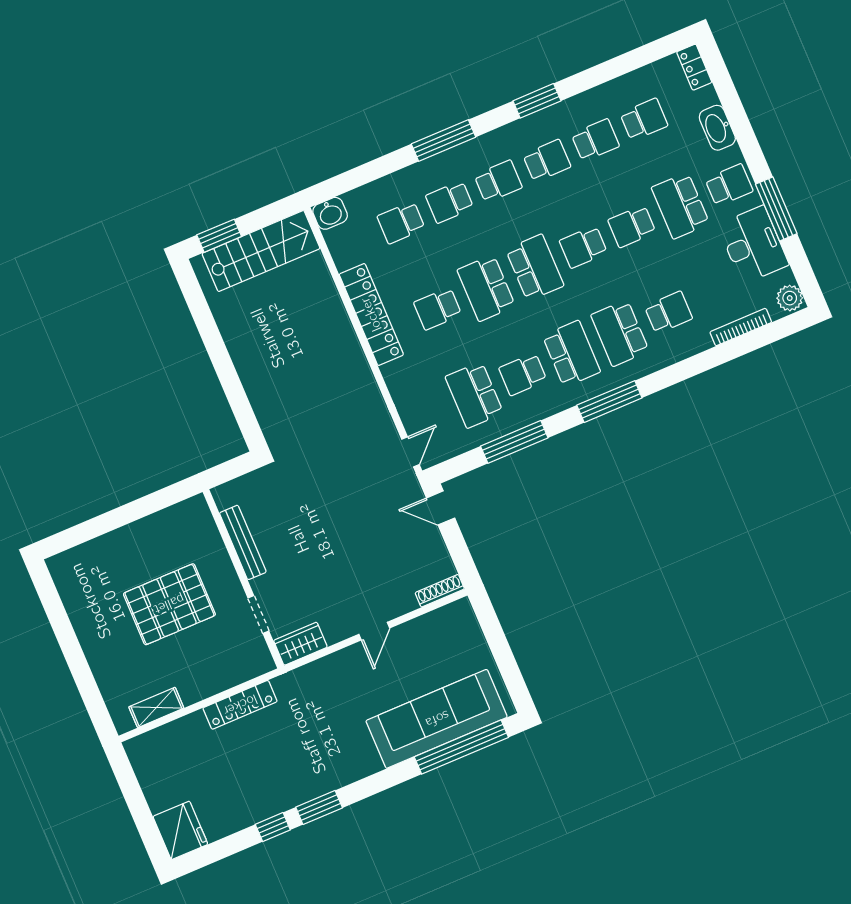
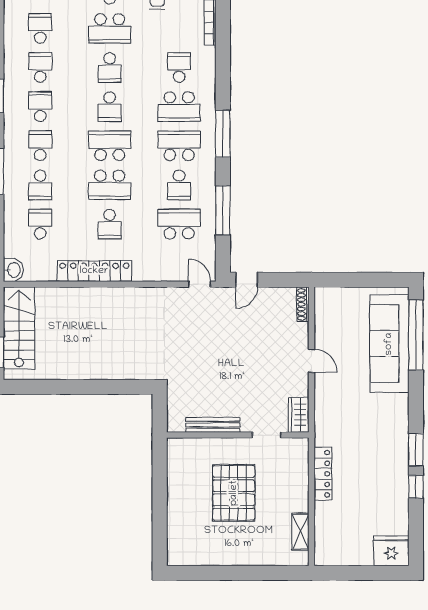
school desk: (401, 223) -> (40, 224), turned 180
school desk: (474, 395) -> (179, 224), turned 180

